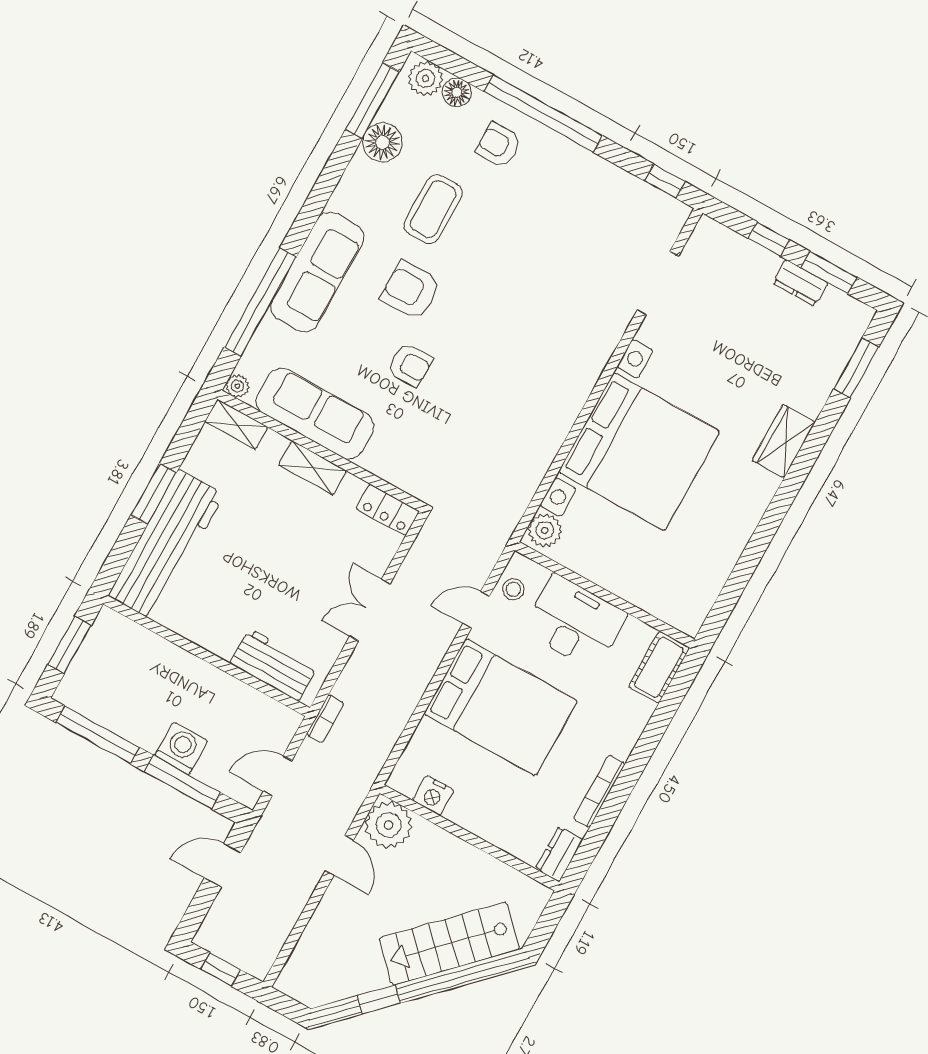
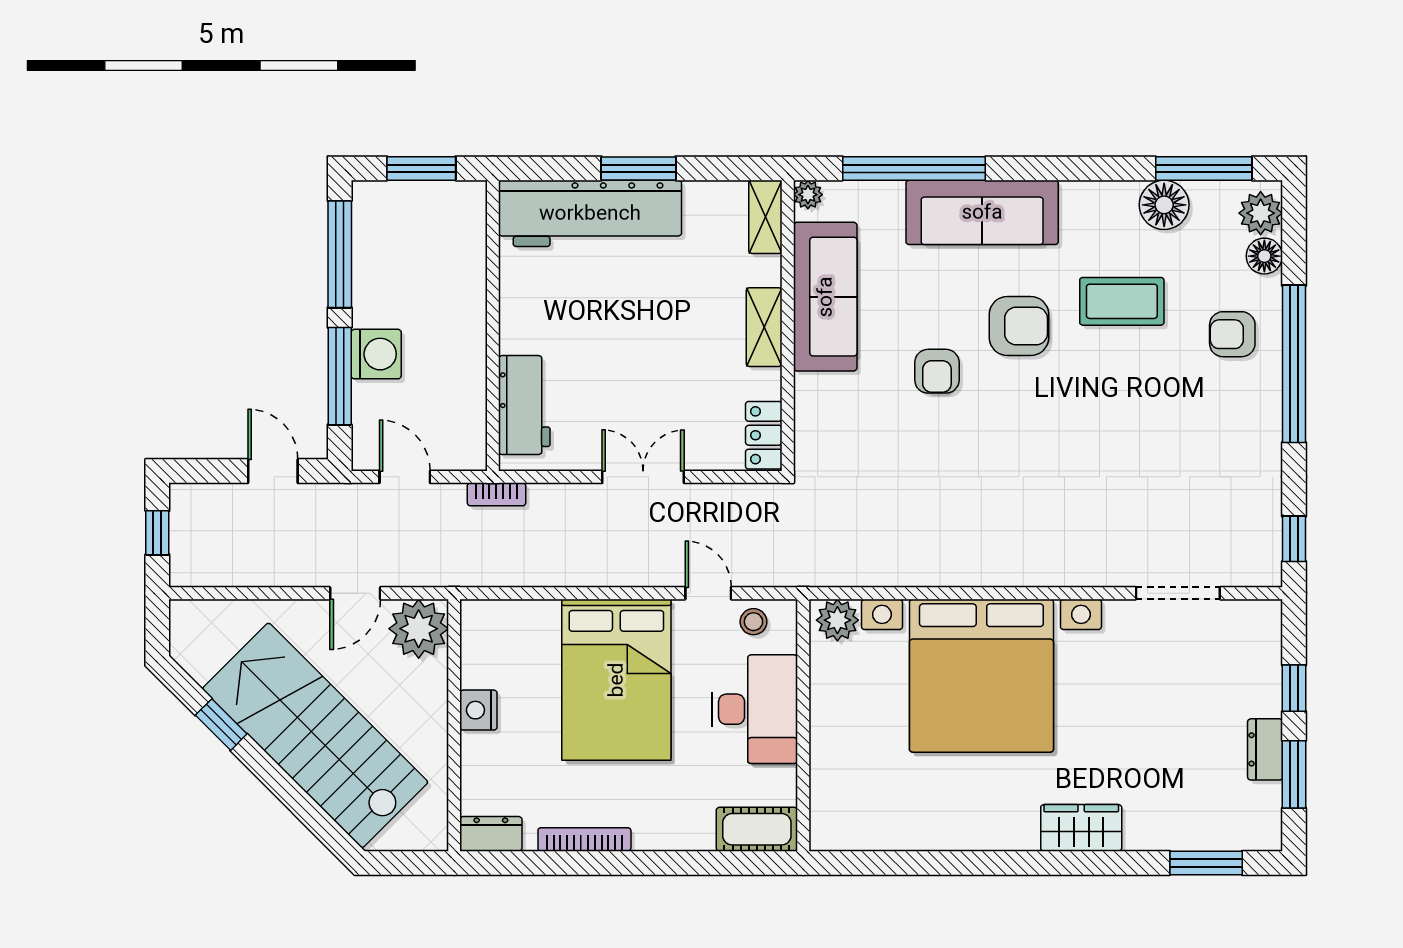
armchair: (499, 145) -> (1232, 334), turned -90
armchair: (410, 290) -> (1019, 326), turned 90
nightstand: (433, 795) -> (478, 710), moved
stairs: (449, 944) -> (315, 735), width x1.36, depth x1.51

